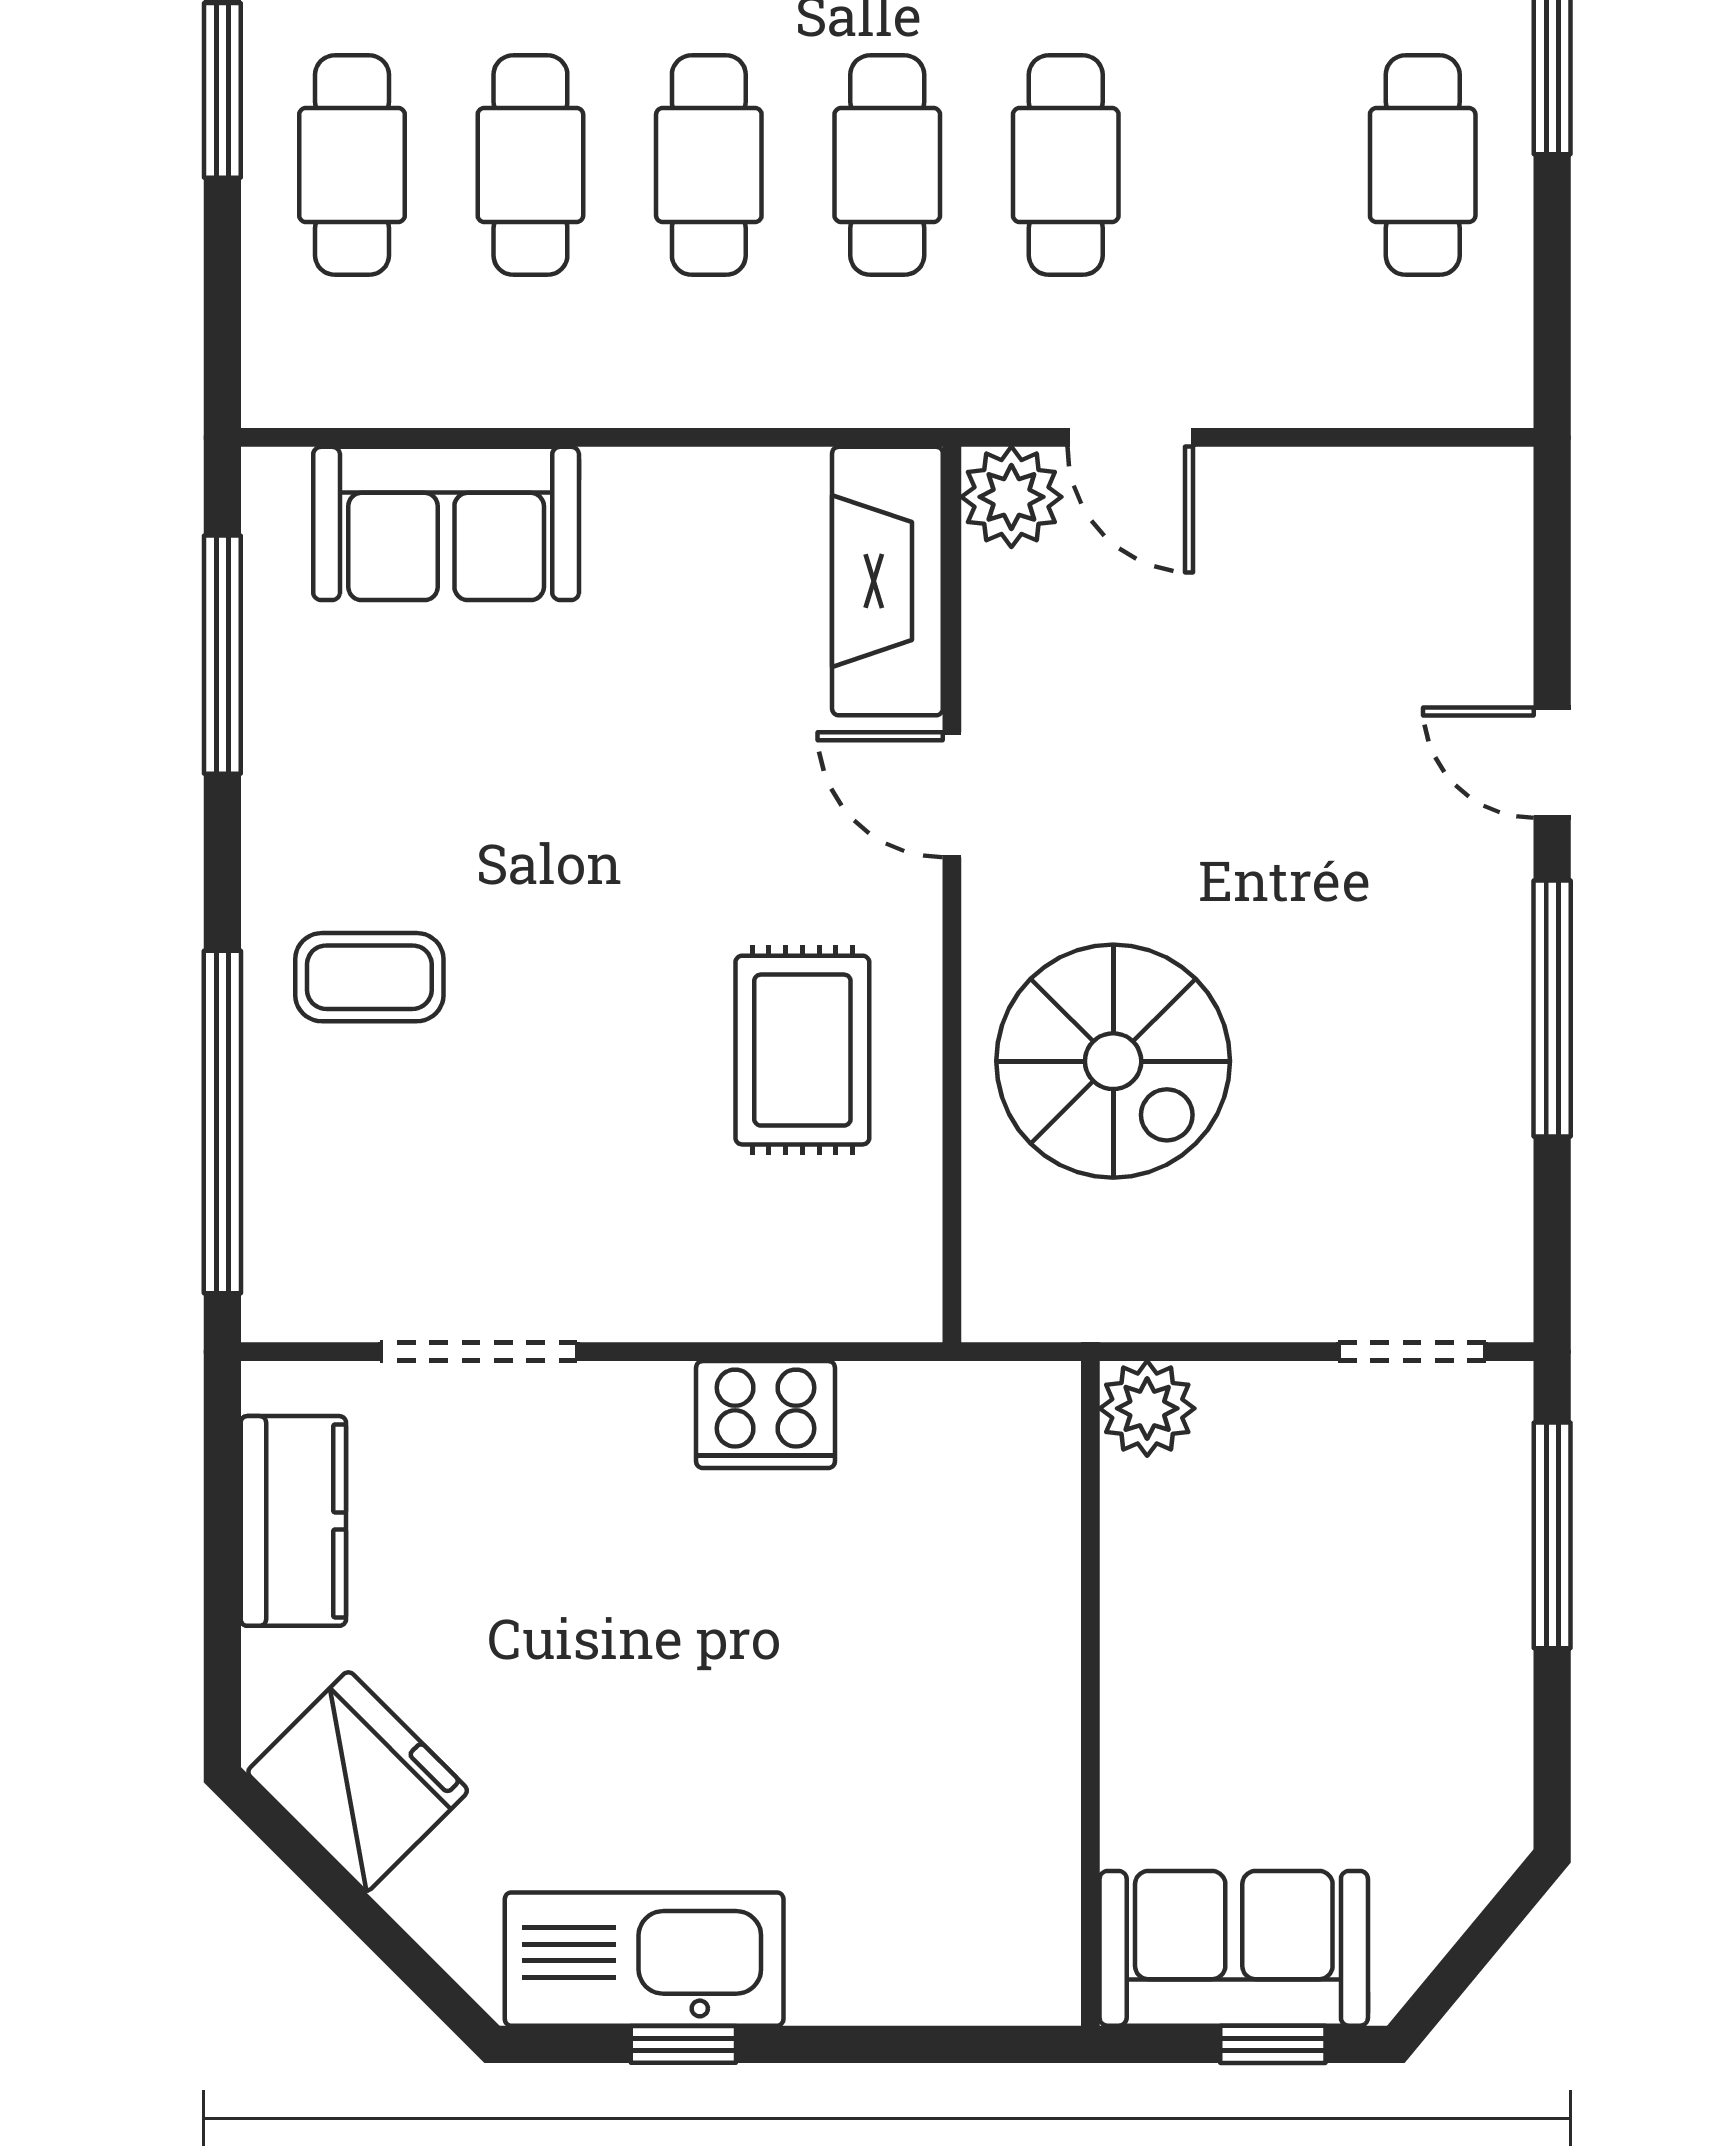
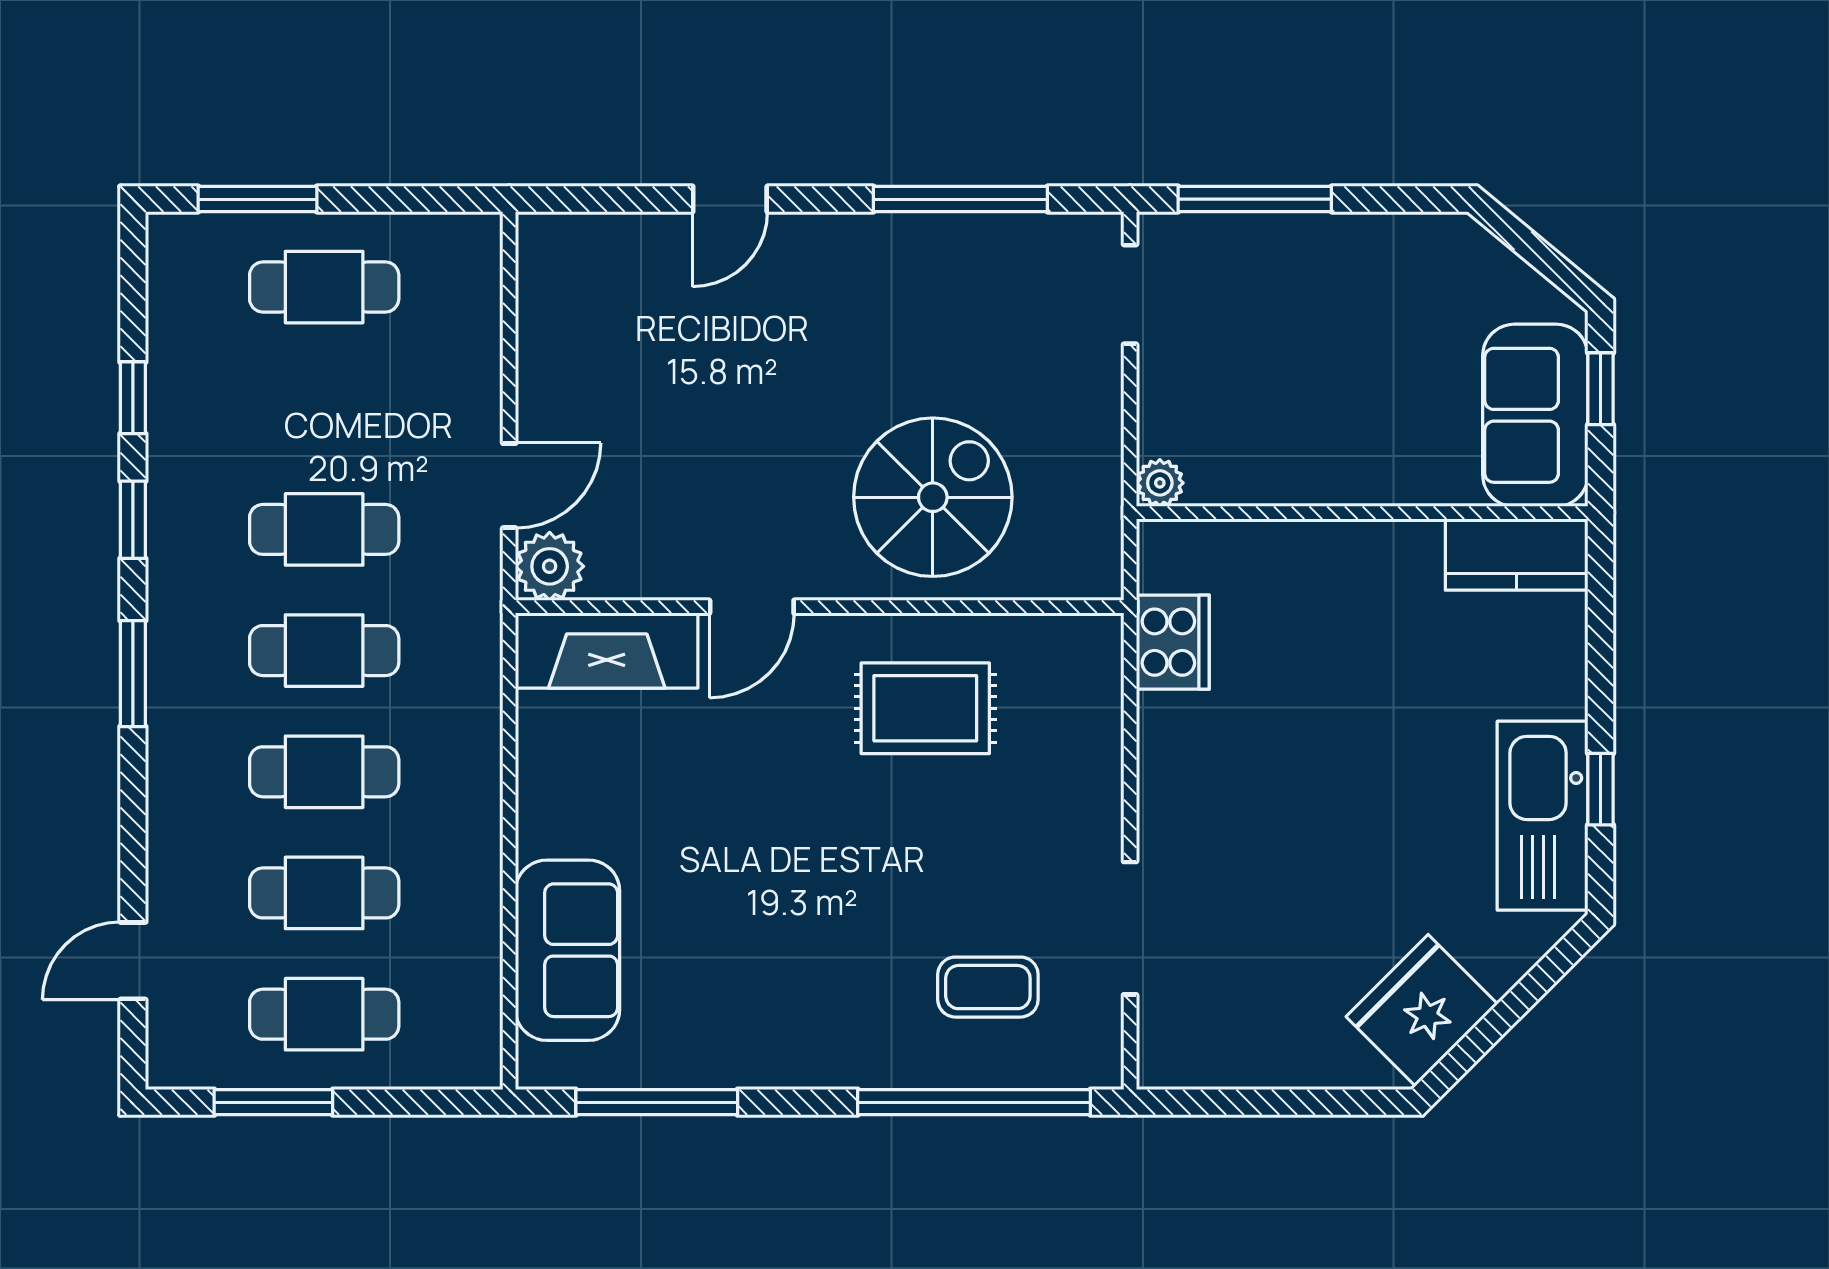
coffee table: (369, 977) -> (988, 987), moved, turned 90
window: (1552, 1009) -> (960, 199), moved
plant: (1147, 1408) -> (1160, 483), width x0.73, depth x0.73
cooker: (766, 1415) -> (1173, 642), moved
kitchen counter: (293, 1521) -> (1517, 555), moved, turned 180

